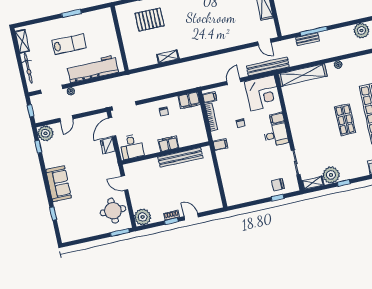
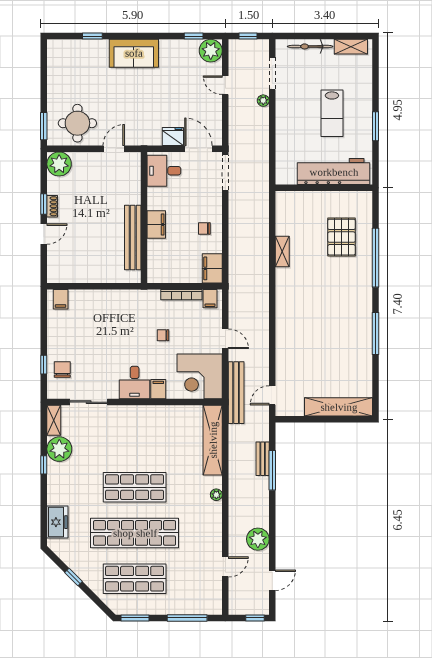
workbench: (93, 69) -> (334, 172), moved, turned -90
shop shelf: (345, 120) -> (135, 487), width x1.43, depth x1.36
filing cabinet: (220, 145) -> (61, 299), moved

